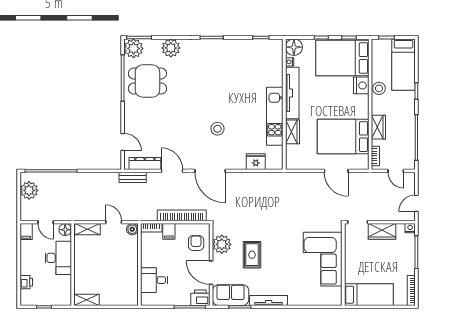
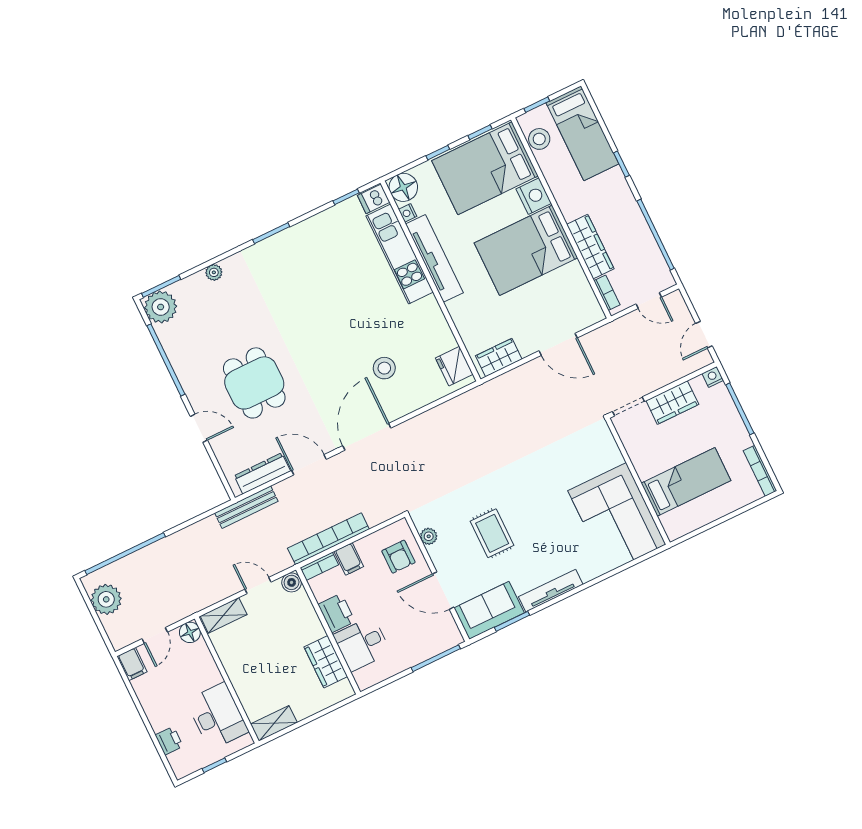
dishwasher: (275, 46) -> (374, 199), added
plant: (171, 48) -> (214, 272), width x0.53, depth x0.53
dining table: (147, 81) -> (254, 383), moved, turned 90
stool: (379, 88) -> (539, 139), moved
kitchen unit: (275, 116) -> (400, 254), moved
wardrobe: (378, 127) -> (590, 247), width x1.50
stool: (217, 129) -> (384, 368), moved
wardrobe: (293, 132) -> (499, 358), moved, turned -90
bed: (343, 137) -> (526, 250), moved
door: (123, 142) -> (199, 428), moved
fridge: (256, 162) -> (454, 366), moved, turned -90
door: (210, 171) -> (367, 437), swing flipped
bench: (133, 177) -> (246, 507), width x1.36
bookcase: (182, 215) -> (328, 539), moved
door: (46, 222) -> (155, 635), hinge flipped
armchair: (196, 243) -> (398, 557), turned 180
plant: (222, 244) -> (429, 536), width x0.53, depth x0.53
desk: (58, 258) -> (217, 716), moved
corner sofa: (323, 259) -> (617, 518), moved
wardrobe: (130, 280) -> (326, 662), added
bed: (369, 295) -> (686, 482), moved
printer: (200, 298) -> (336, 613), moved, turned 90

